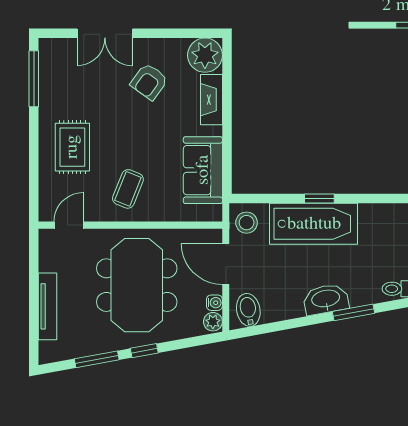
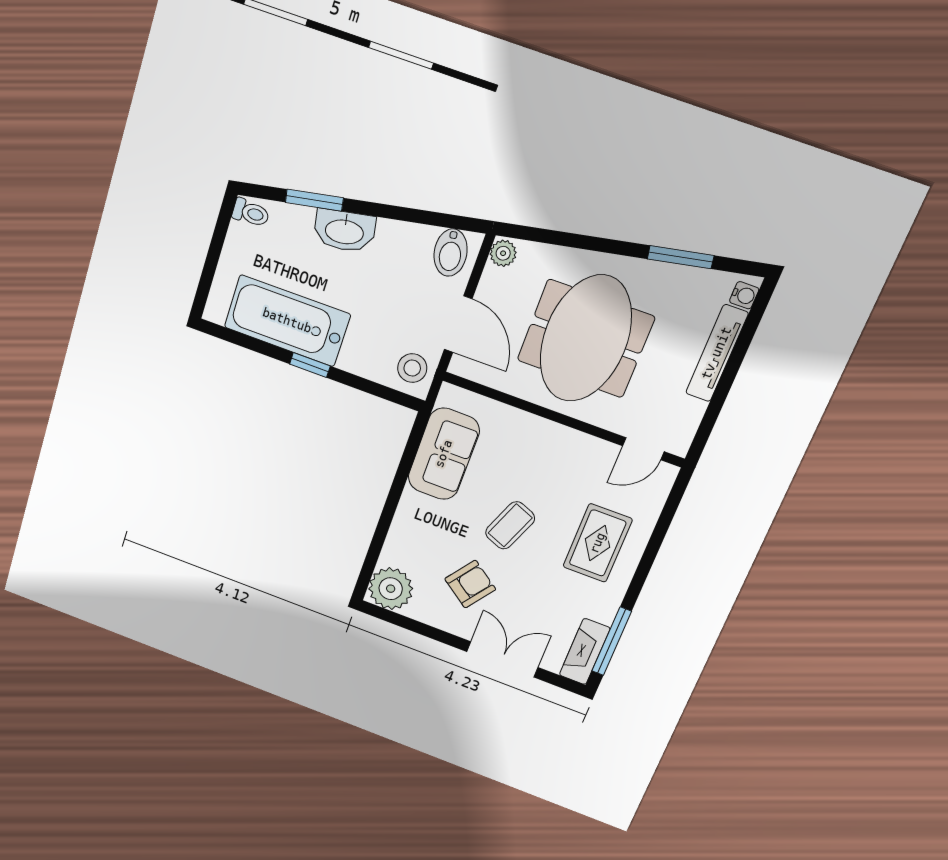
fireplace: (211, 100) -> (585, 652), moved, turned 180
coffee table: (128, 189) -> (510, 525), moved
bathtub: (314, 224) -> (287, 321), moved
water cooler: (214, 303) -> (744, 295), moved, turned 180
window: (144, 351) -> (611, 246), removed

